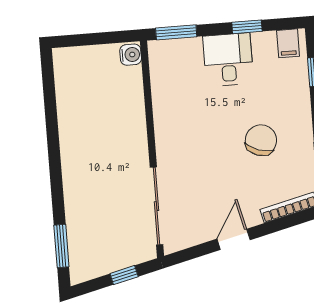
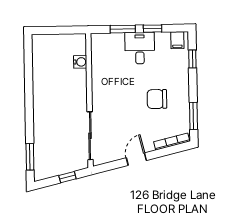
window: (176, 32) -> (123, 29), moved
water cooler: (131, 55) -> (80, 62), moved
chair: (261, 140) -> (157, 99), turned -109

